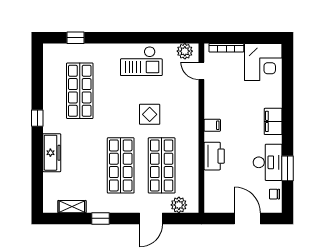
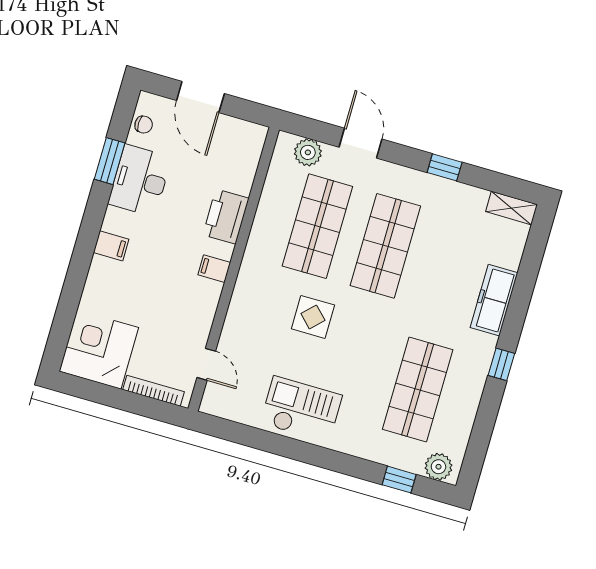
plant: (185, 51) -> (439, 467), moved
filing cabinet: (273, 121) -> (111, 246), width x0.50
shelving: (72, 207) -> (512, 208), moved
door: (151, 218) -> (361, 143), hinge flipped

